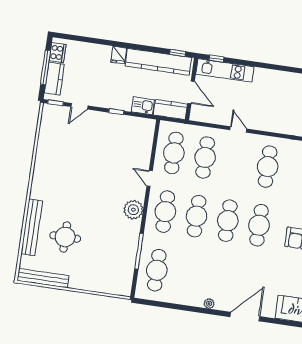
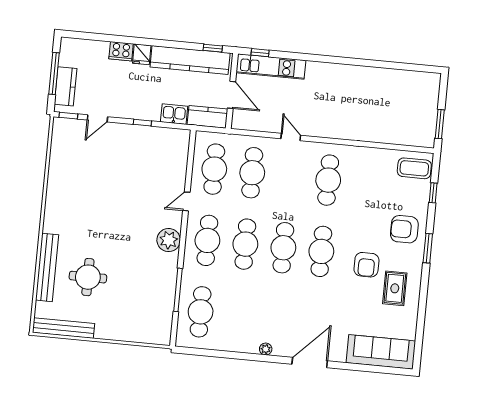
cooker: (58, 53) -> (121, 51), moved, turned 90
door: (150, 178) -> (186, 201), hinge flipped

